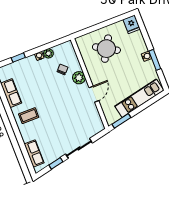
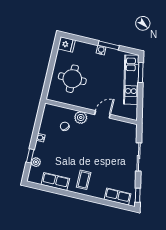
round table: (106, 49) -> (72, 79), turned -30
plant: (48, 53) -> (36, 162), moved
door: (94, 94) -> (102, 114), hinge flipped
window: (121, 121) -> (141, 73), moved
window: (56, 163) -> (138, 195), moved

